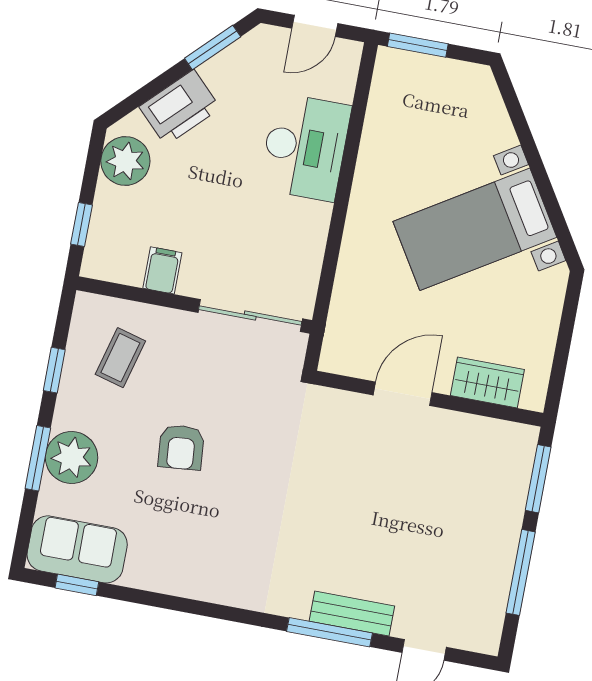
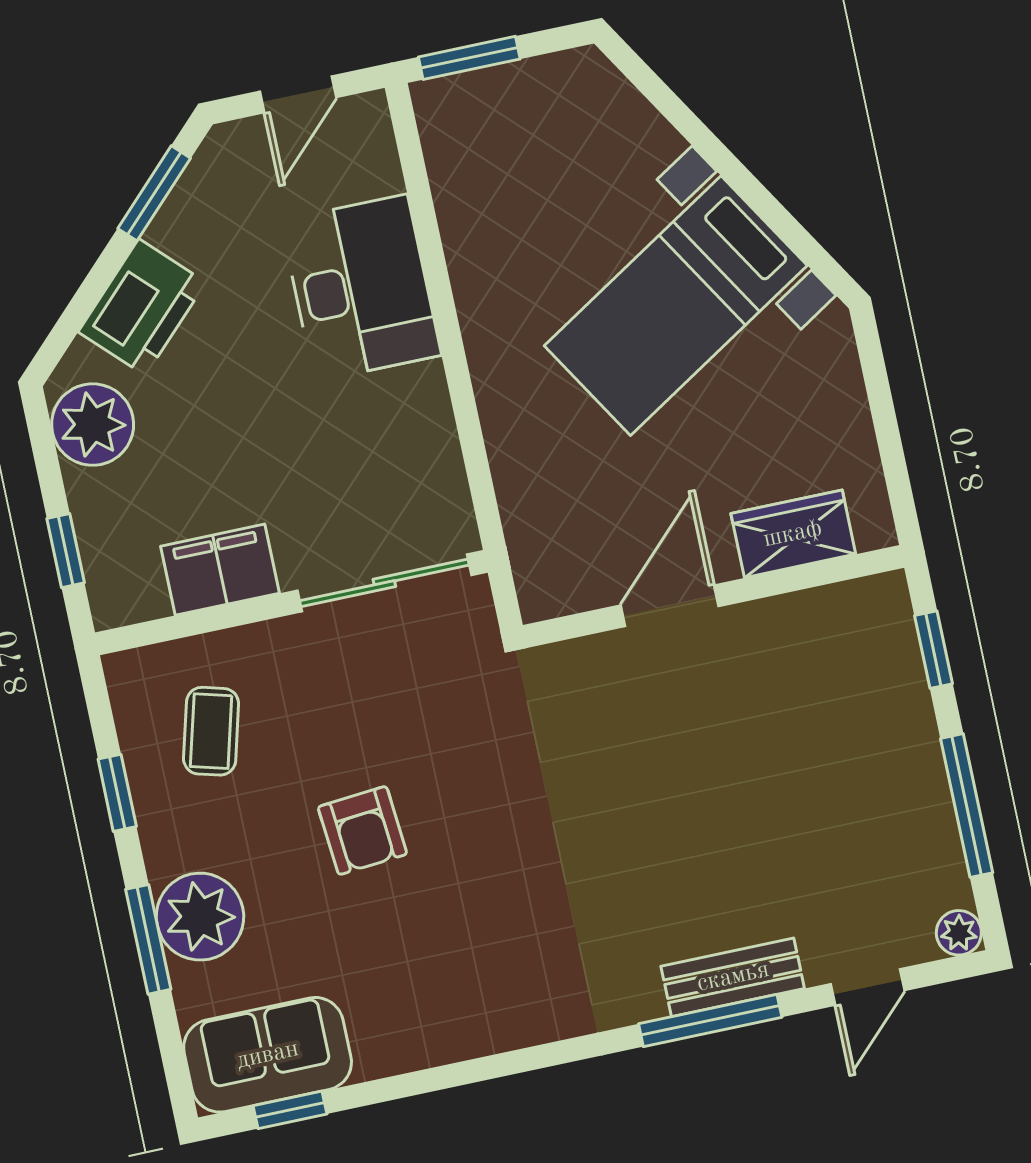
filing cabinet: (162, 270) -> (220, 570), width x2.00
window: (538, 479) -> (934, 650), width x0.67
plant: (487, 641) -> (959, 933), added

